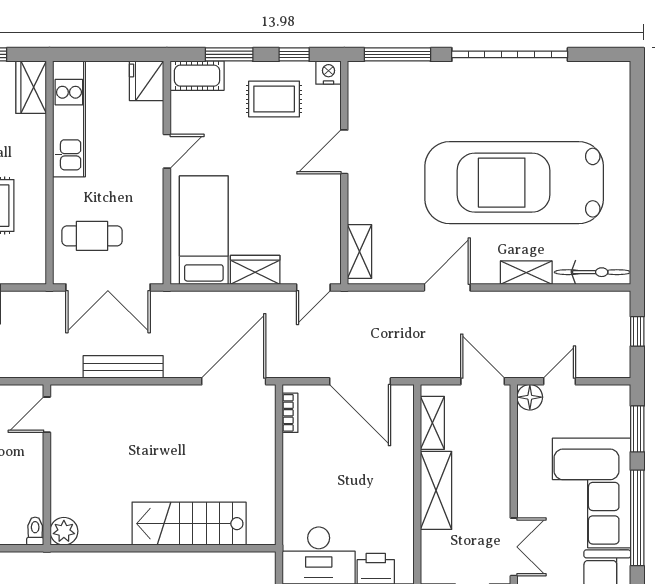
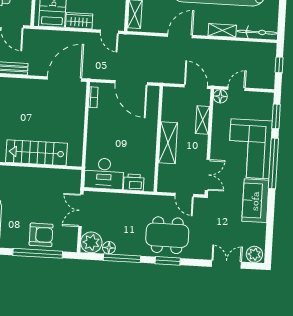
door: (313, 287) -> (109, 32), hinge flipped
shelving: (432, 423) -> (203, 120), moved

